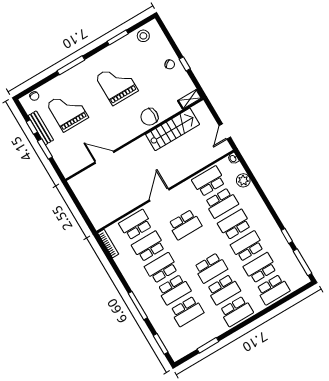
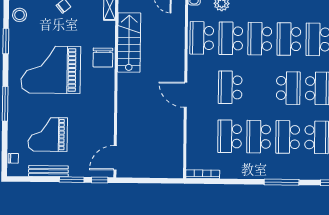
grand piano: (117, 84) -> (51, 70), width x1.37, depth x1.48
window: (32, 127) -> (100, 180), moved
door: (104, 157) -> (115, 158), moved
school desk: (222, 203) -> (231, 38), turned 180
school desk: (136, 225) -> (201, 136), removed
school desk: (185, 225) -> (230, 87), turned 180
school desk: (174, 290) -> (288, 137), turned 180

